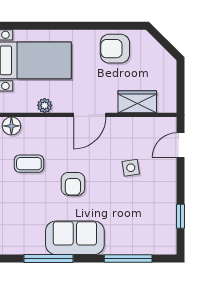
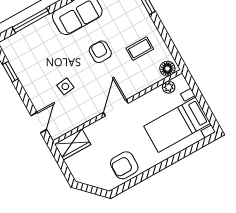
armchair: (115, 49) -> (124, 165), turned 180
wardrobe: (137, 102) -> (73, 144), moved
plant: (45, 105) -> (169, 87), moved

